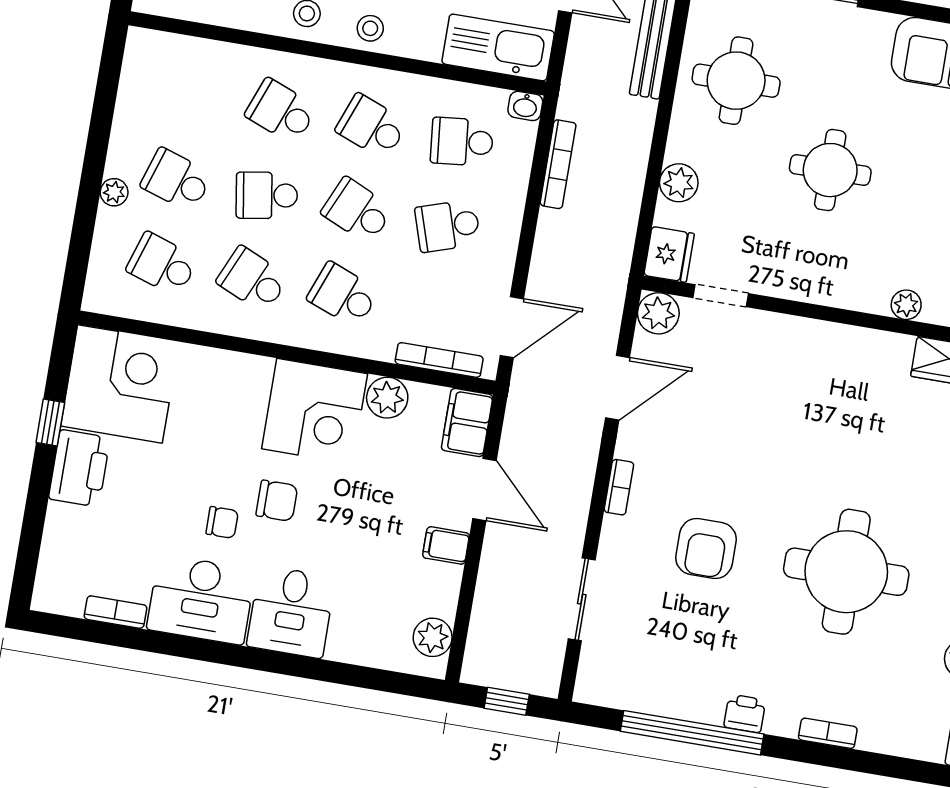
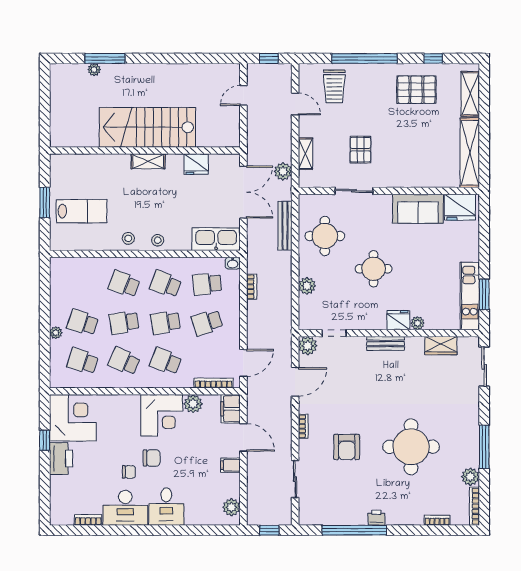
bookcase: (558, 164) -> (252, 287), width x0.64
school desk: (357, 211) -> (166, 323), turned -33
fridge: (669, 254) -> (398, 320), moved, turned -90
bench: (829, 337) -> (386, 343), added
bookcase: (828, 733) -> (437, 520), moved

